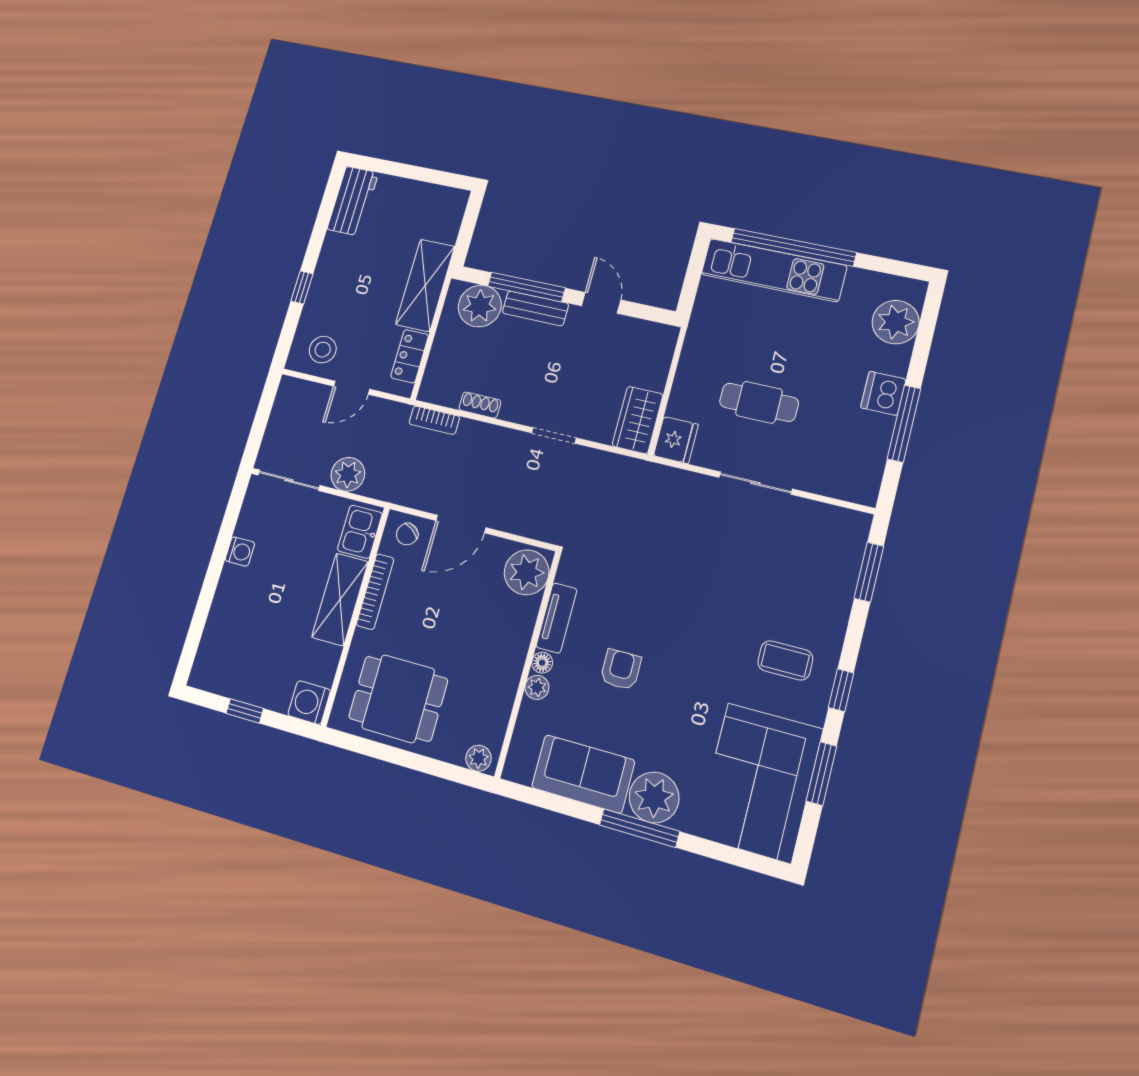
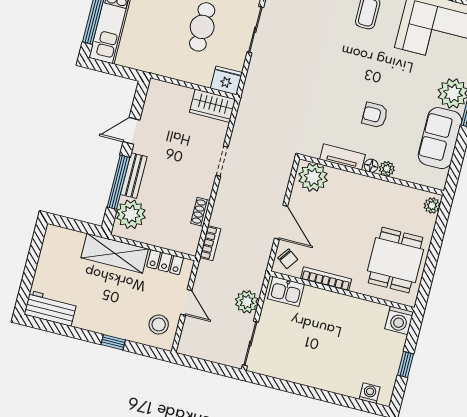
washing machine: (240, 551) -> (370, 393), moved
shelving: (340, 599) -> (331, 303), removed

